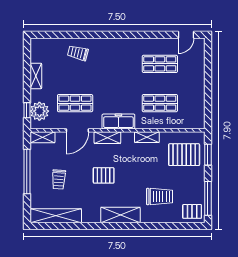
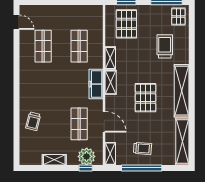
shelving: (107, 138) -> (111, 82), moved
pallet: (104, 175) -> (145, 98), width x1.50, depth x1.42
trolley: (59, 179) -> (142, 148), moved
shelving: (120, 215) -> (182, 91), width x1.47

